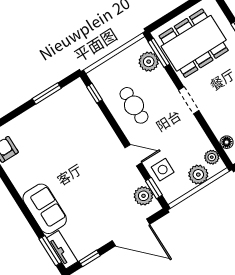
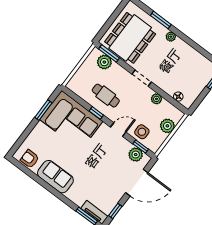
window: (94, 93) -> (96, 113), moved
corner sofa: (77, 120) -> (71, 120), added
plant: (212, 157) -> (156, 99), moved
sofa: (45, 209) -> (55, 177), moved

